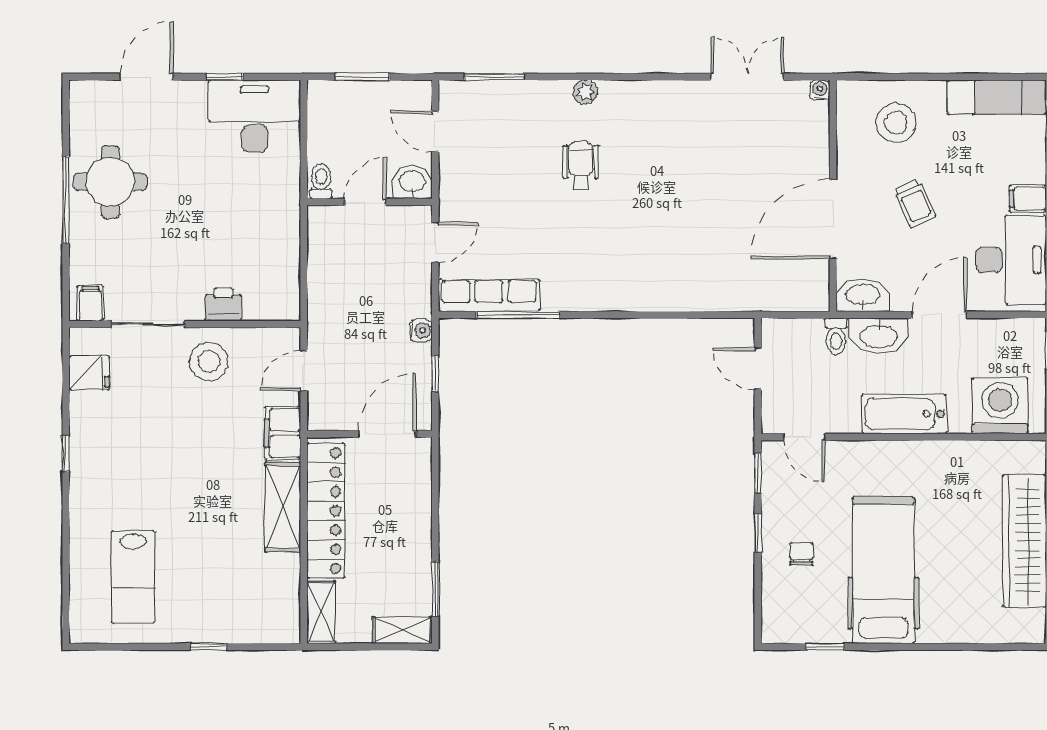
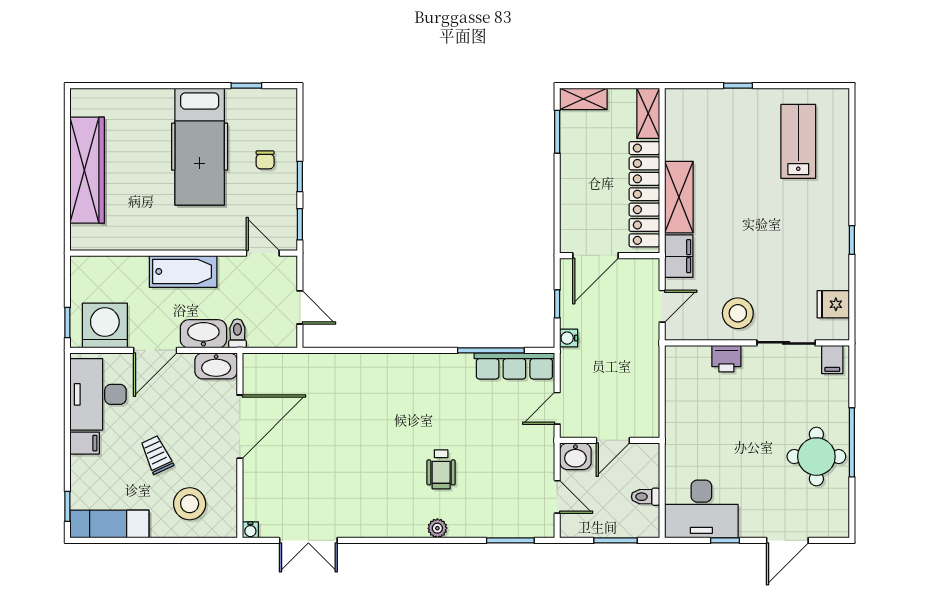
toilet: (321, 181) -> (645, 497), moved, turned 90
trolley: (915, 203) -> (157, 455), moved
washing machine: (1000, 406) -> (105, 326), moved, turned 180

